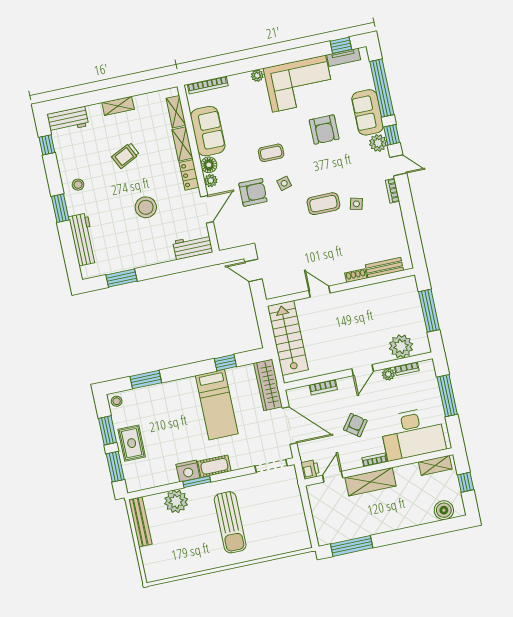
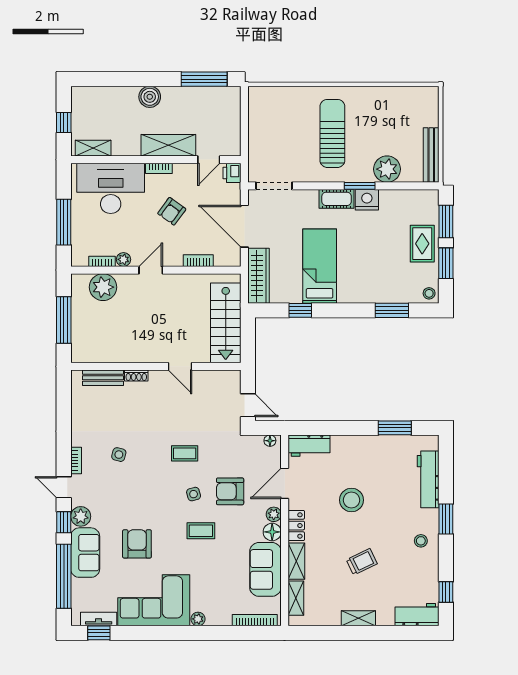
coffee table: (323, 204) -> (185, 453), moved, width x0.73, depth x0.77
floor lamp: (228, 244) -> (270, 441), added
boiler: (444, 510) -> (150, 97), moved

